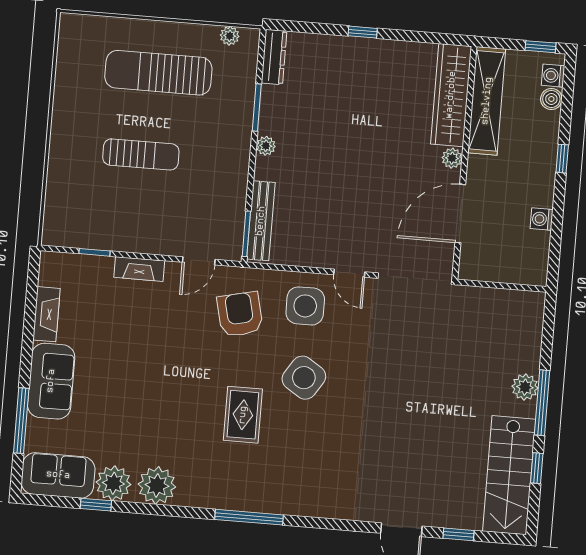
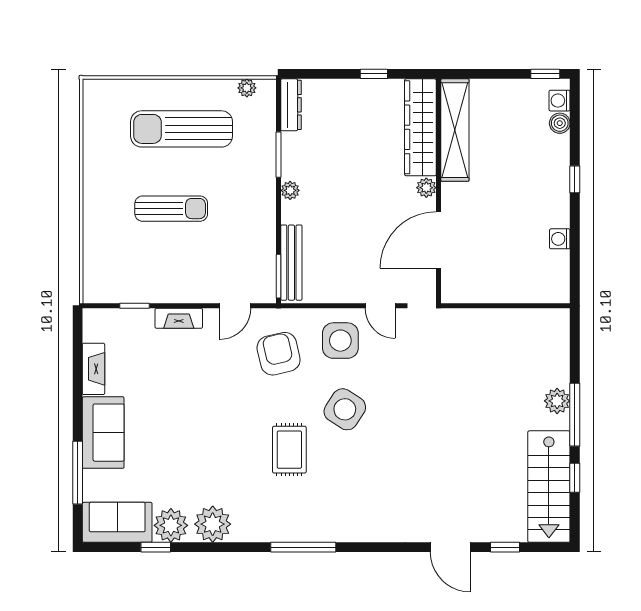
wardrobe: (451, 95) -> (420, 127), moved
shelving: (487, 101) -> (455, 130), moved
plant: (452, 158) -> (426, 188), moved
wall: (464, 163) -> (439, 191), moved
door: (460, 214) -> (439, 240), moved

